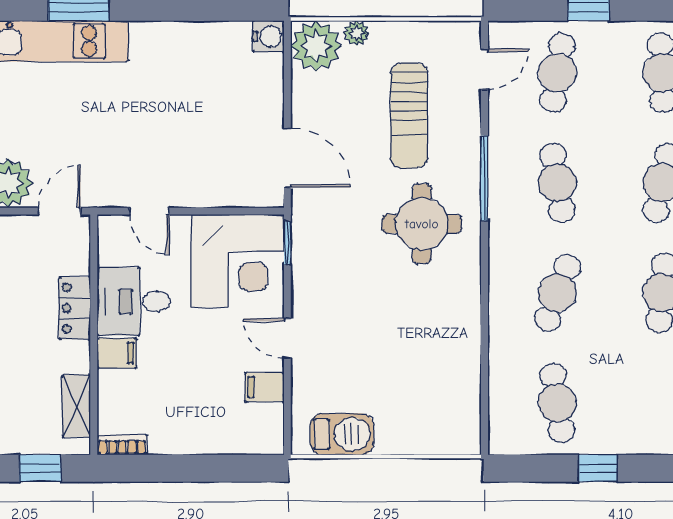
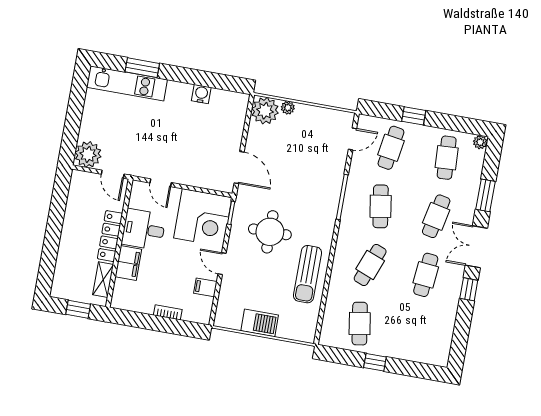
water cooler: (268, 36) -> (201, 94), moved, turned -90
sun lounger: (409, 116) -> (307, 274), moved
door: (59, 211) -> (113, 174), swing flipped
round table: (422, 224) -> (270, 232), moved
locker: (75, 308) -> (110, 236), width x1.53
filing cabinet: (117, 353) -> (128, 263), width x2.00
barbecue: (342, 434) -> (260, 323), moved
bookcase: (122, 445) -> (168, 312), moved

